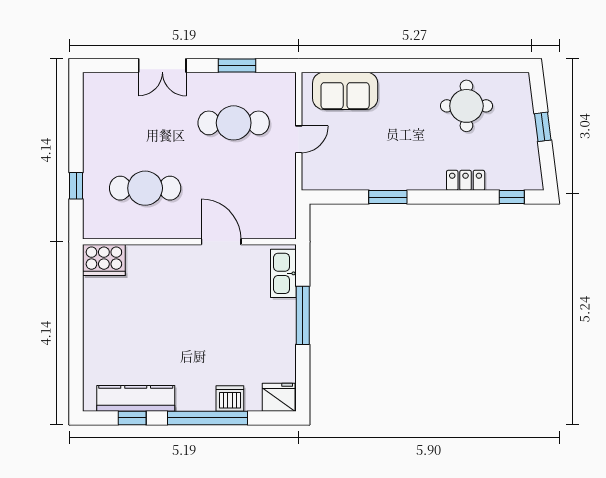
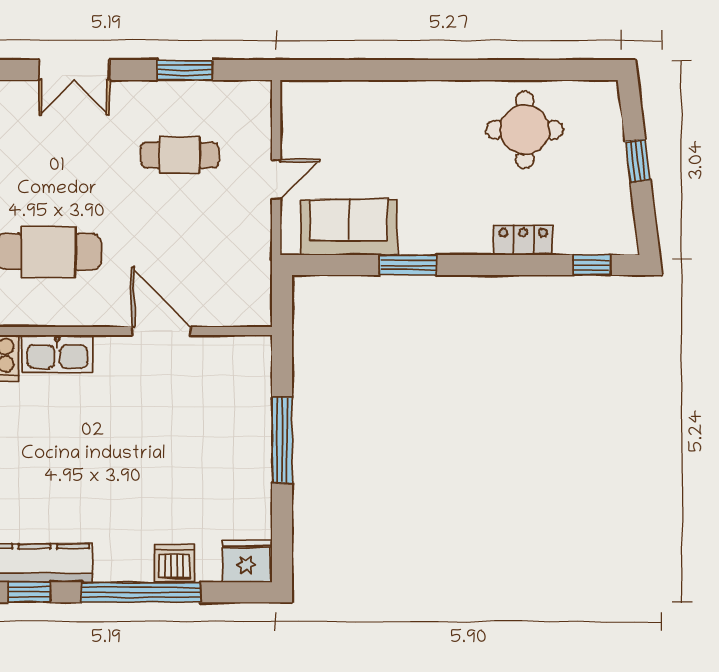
sofa: (345, 91) -> (349, 227), moved, turned 180
cafe table: (234, 123) -> (180, 155), width x0.73, depth x0.74
kitchen sink: (283, 273) -> (57, 354), moved, turned -90

